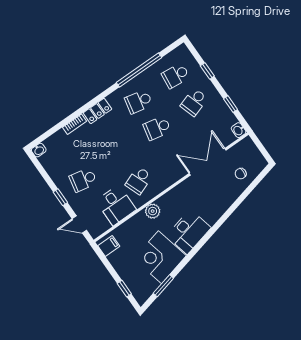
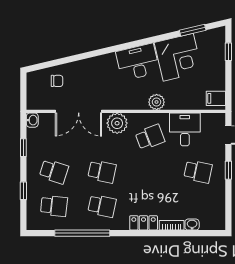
school desk: (194, 102) -> (54, 172), turned 36
washbasin: (39, 150) -> (192, 225), moved
plant: (172, 173) -> (117, 123), added

